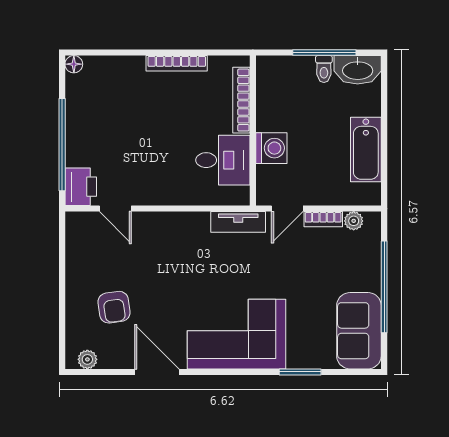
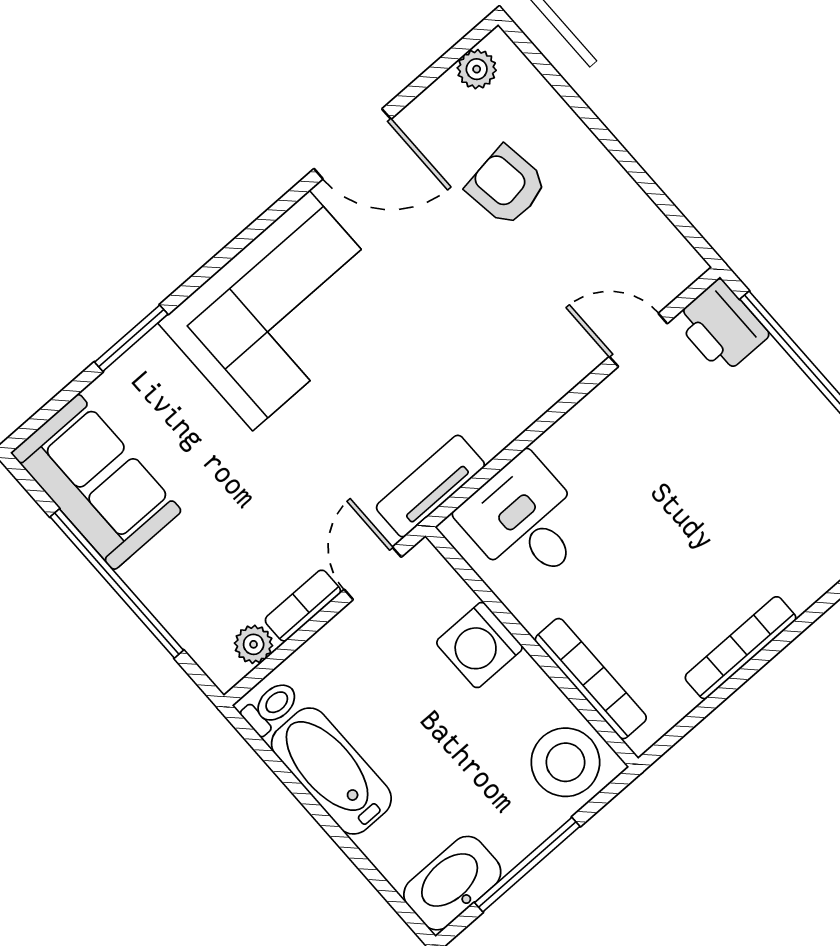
toilet: (324, 69) -> (271, 707), moved, turned 90
stool: (278, 78) -> (565, 762), added
desk: (223, 160) -> (525, 522), moved, turned 90

